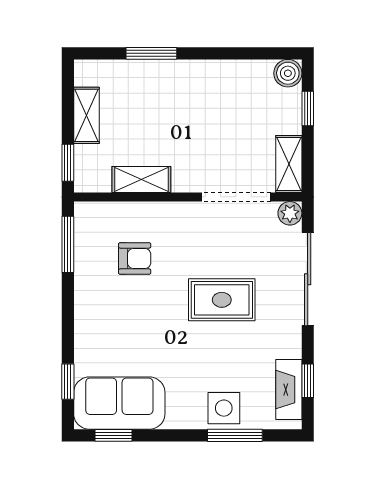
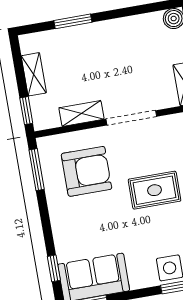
doorway: (236, 197) -> (131, 118), moved
armchair: (135, 258) -> (86, 171), width x1.88, depth x1.88

